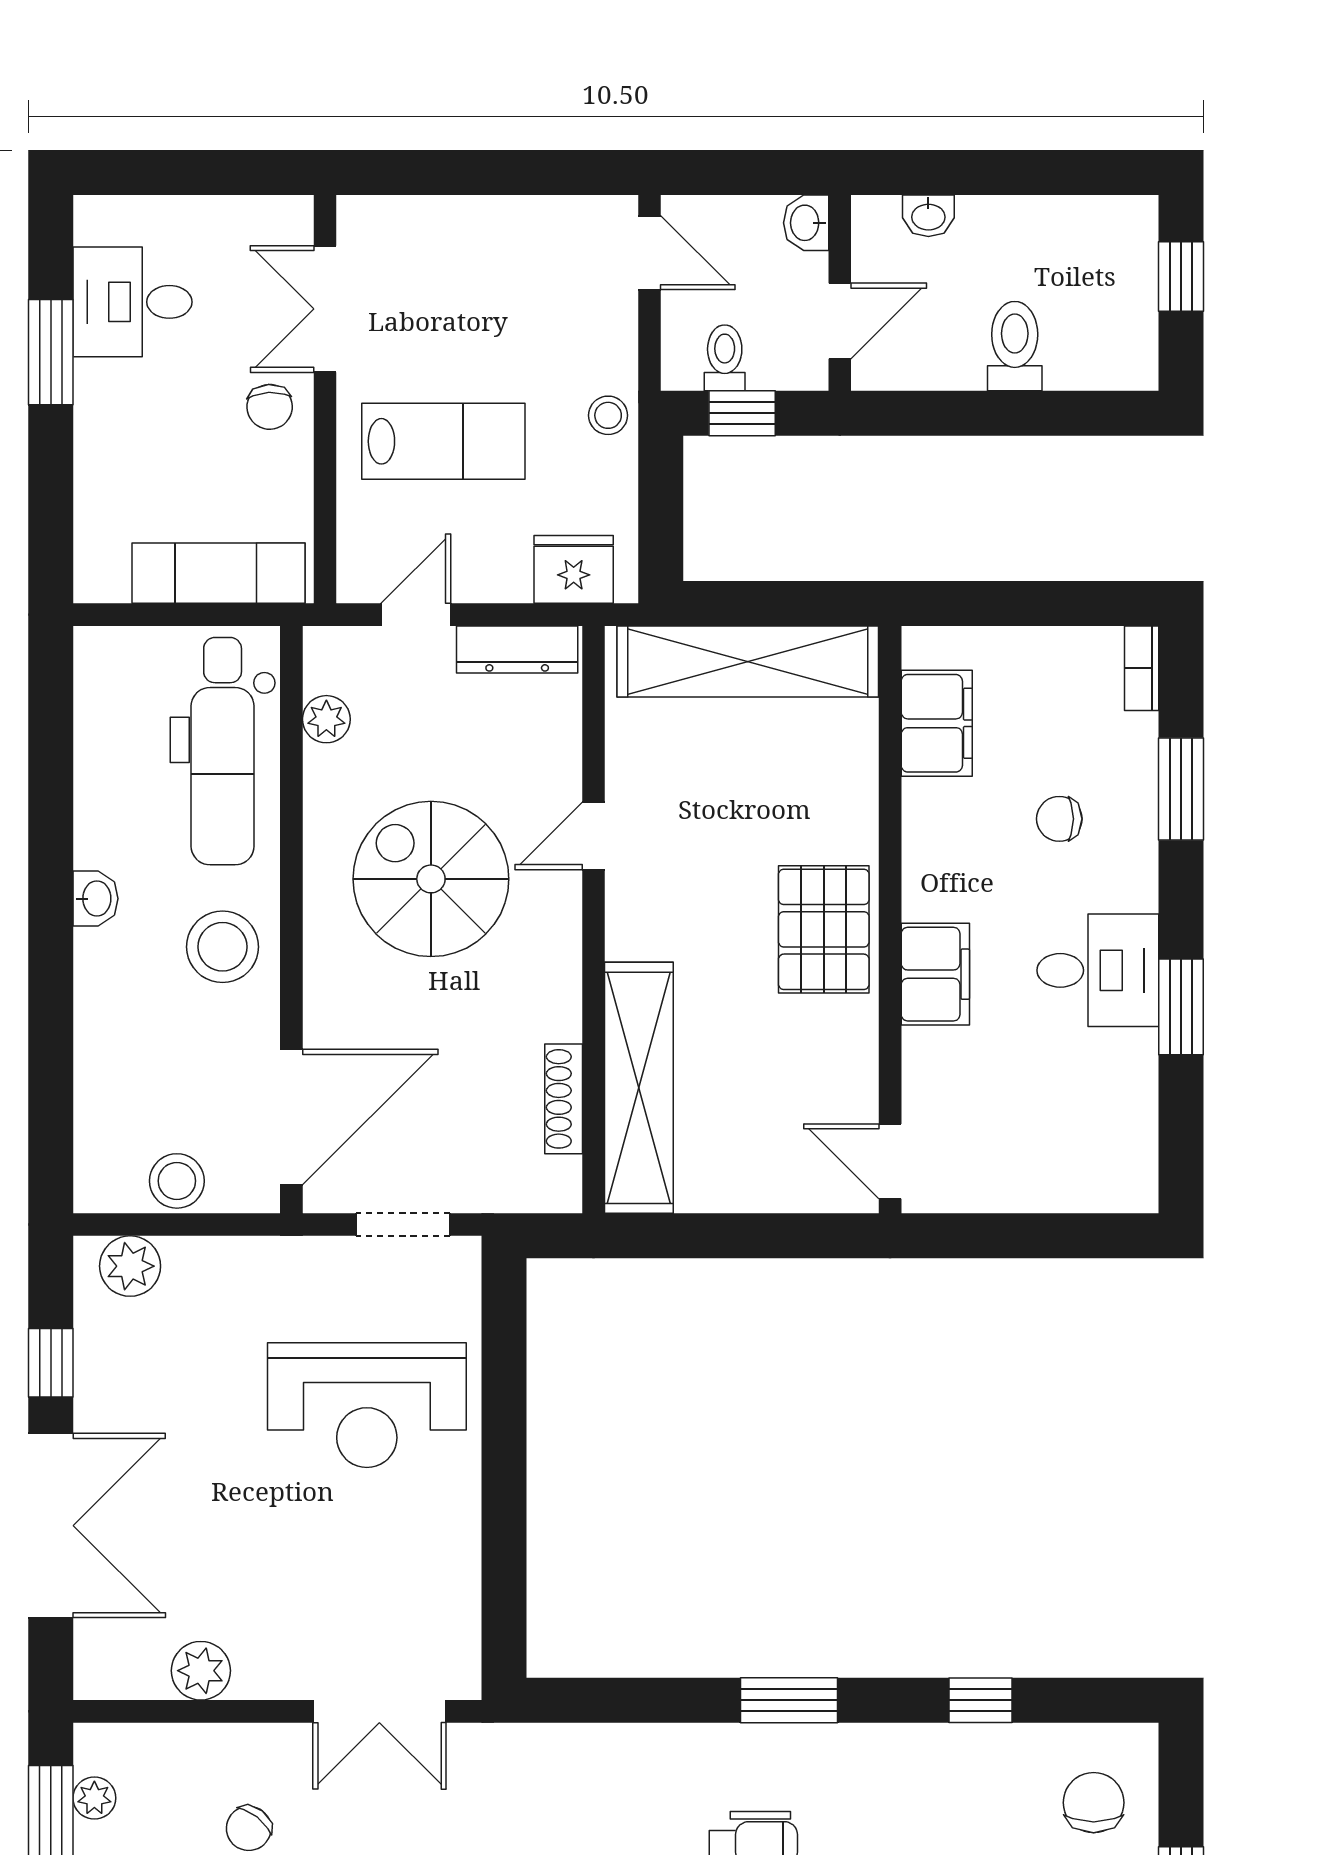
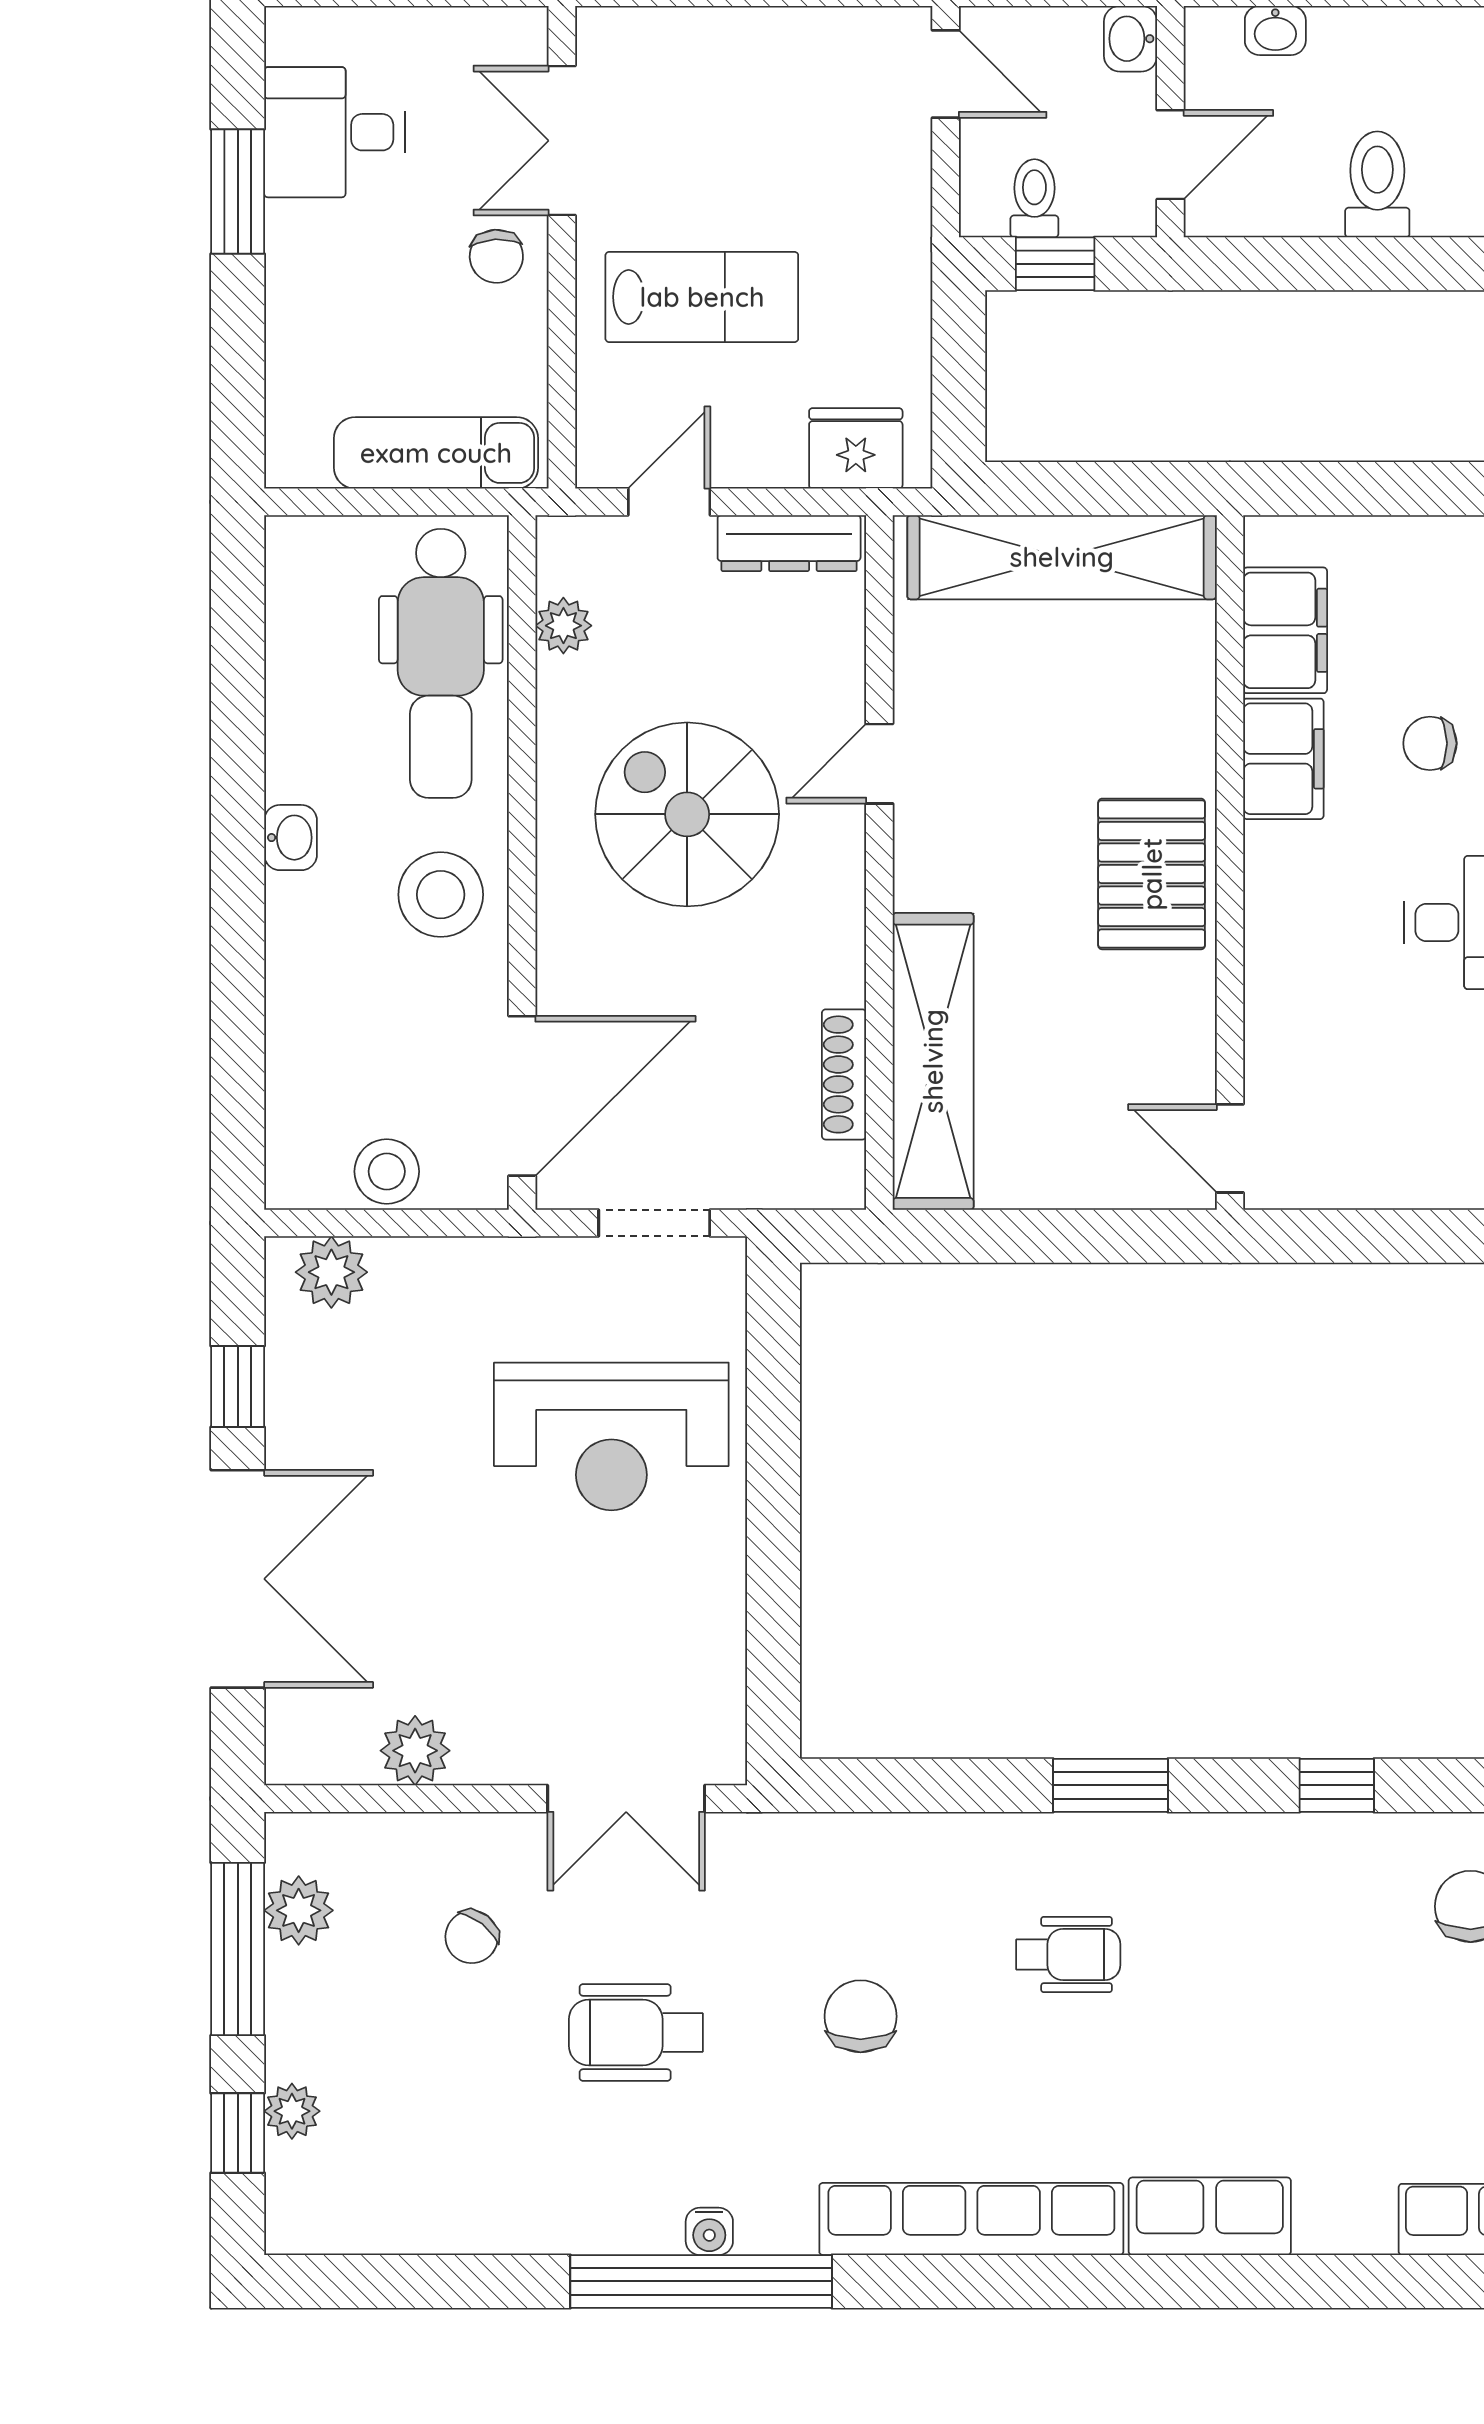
stool: (608, 415) -> (897, 266), removed
filing cabinet: (935, 974) -> (1283, 759), moved
plant: (94, 1798) -> (299, 1910), width x1.38, depth x1.38

